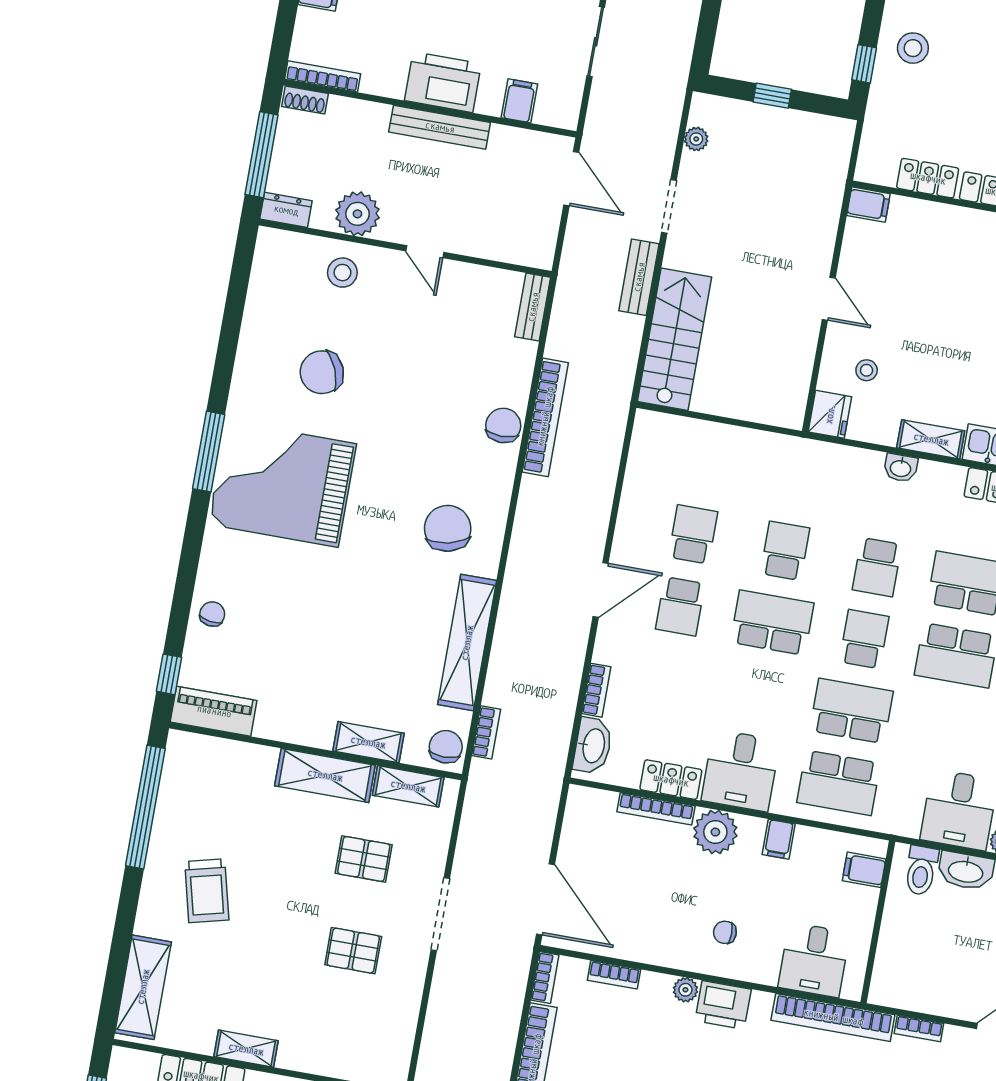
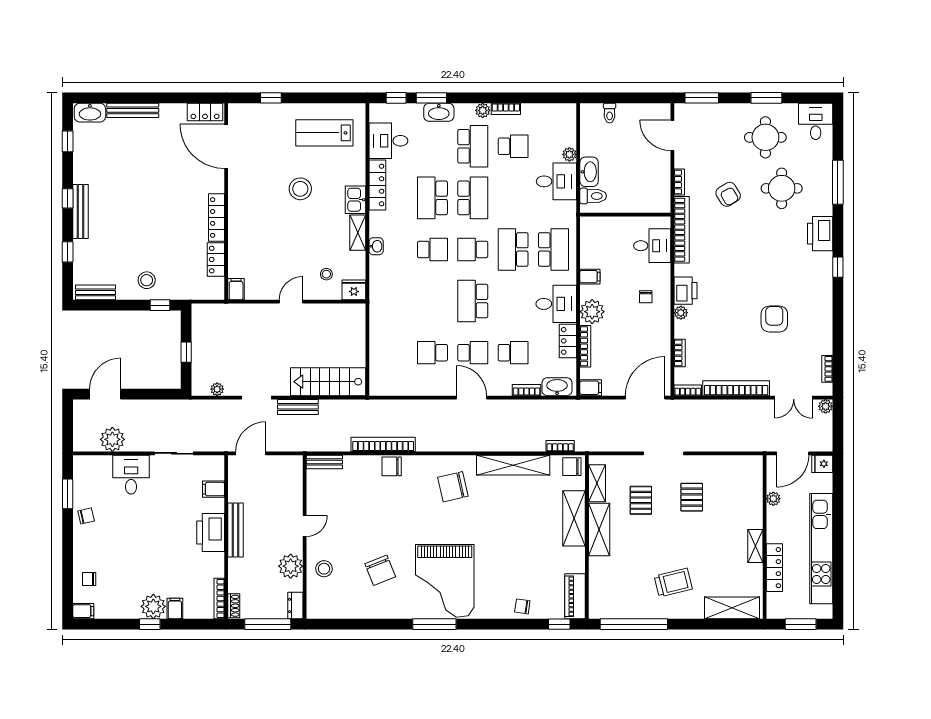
school desk: (785, 551) -> (513, 353), moved, turned 180
shelving: (368, 742) -> (574, 518), width x1.50, depth x1.33
filing cabinet: (864, 870) -> (591, 388), moved, turned -90

